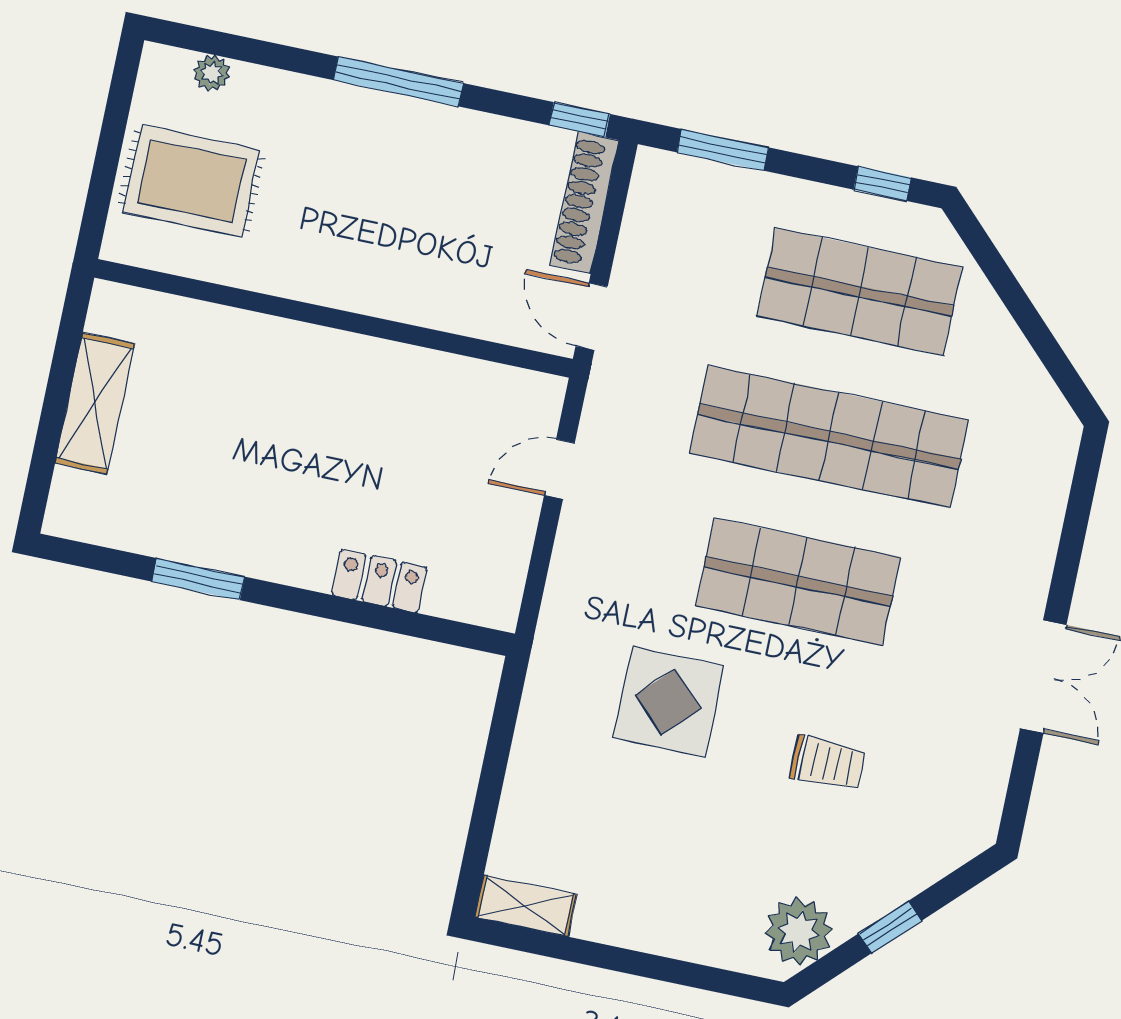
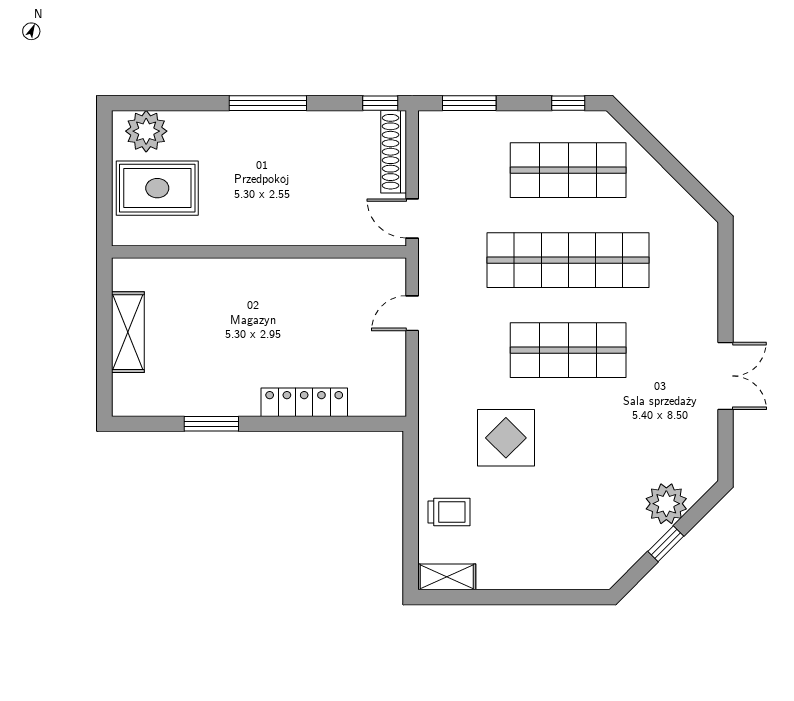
plant: (212, 73) -> (146, 131), width x1.87, depth x1.87
locker: (379, 581) -> (304, 402), width x1.53
trolley: (827, 763) -> (449, 512), moved
plant: (798, 932) -> (666, 504), moved

